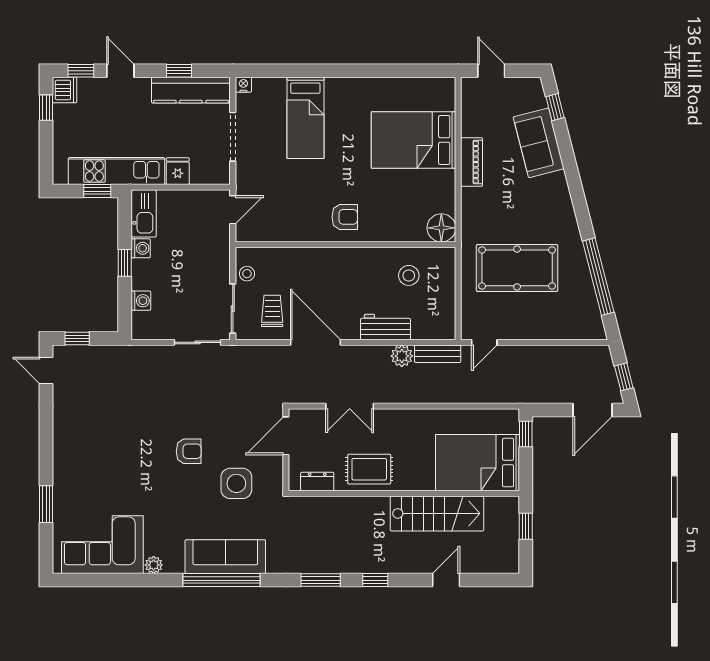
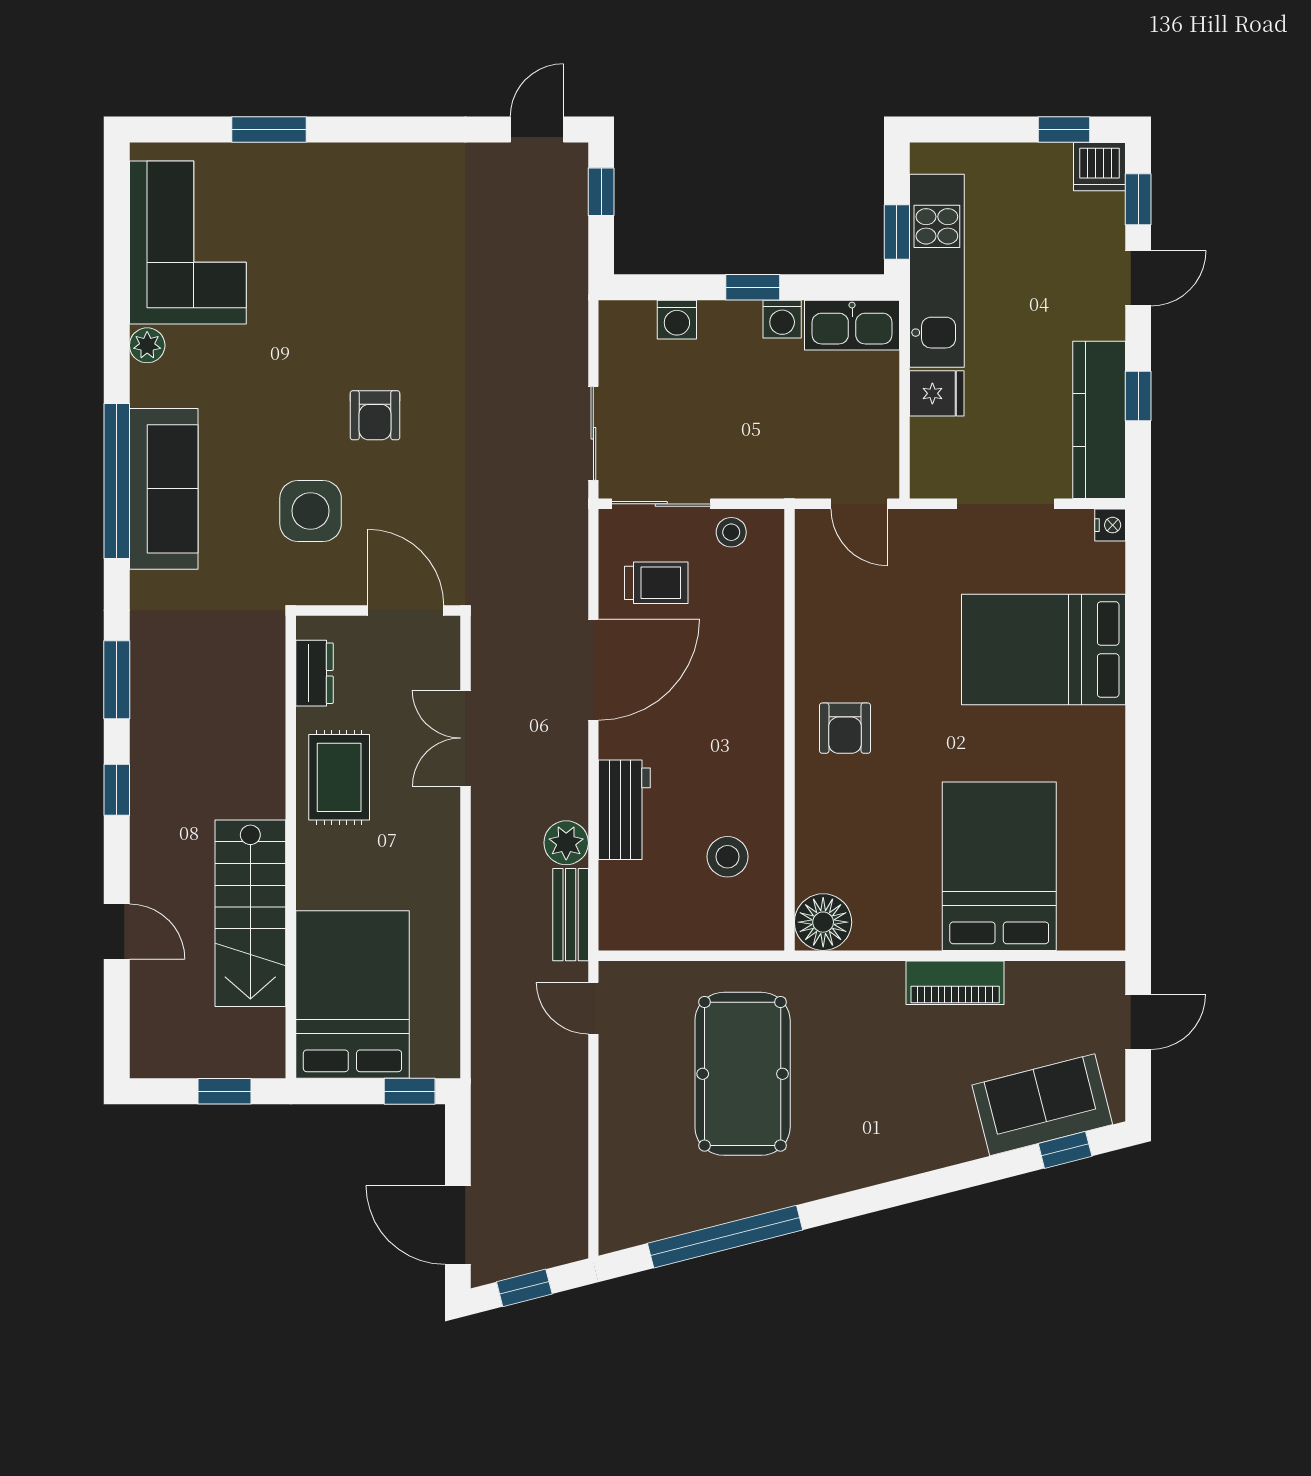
bed: (305, 118) -> (1044, 650), width x1.50
sofa: (539, 143) -> (1042, 1105), moved

